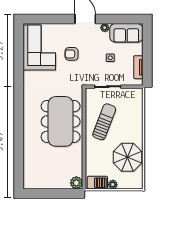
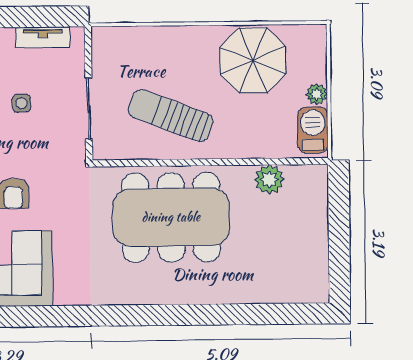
plant: (76, 183) -> (269, 179), moved

